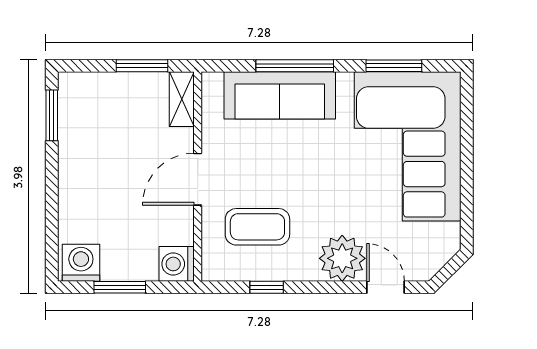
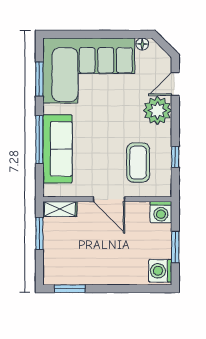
floor lamp: (451, 234) -> (142, 44), added

